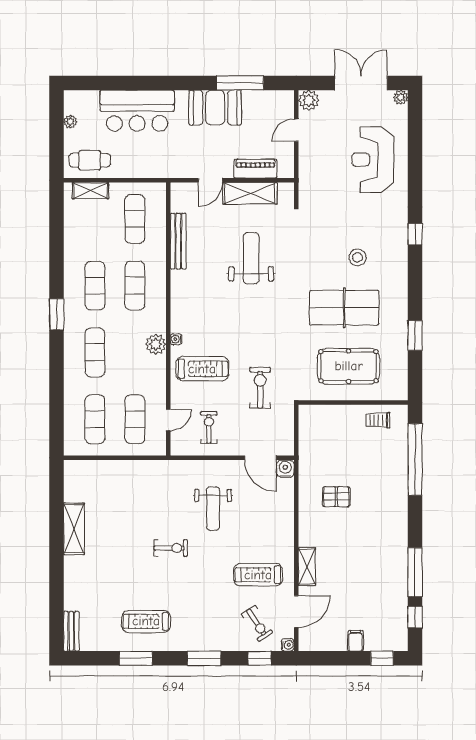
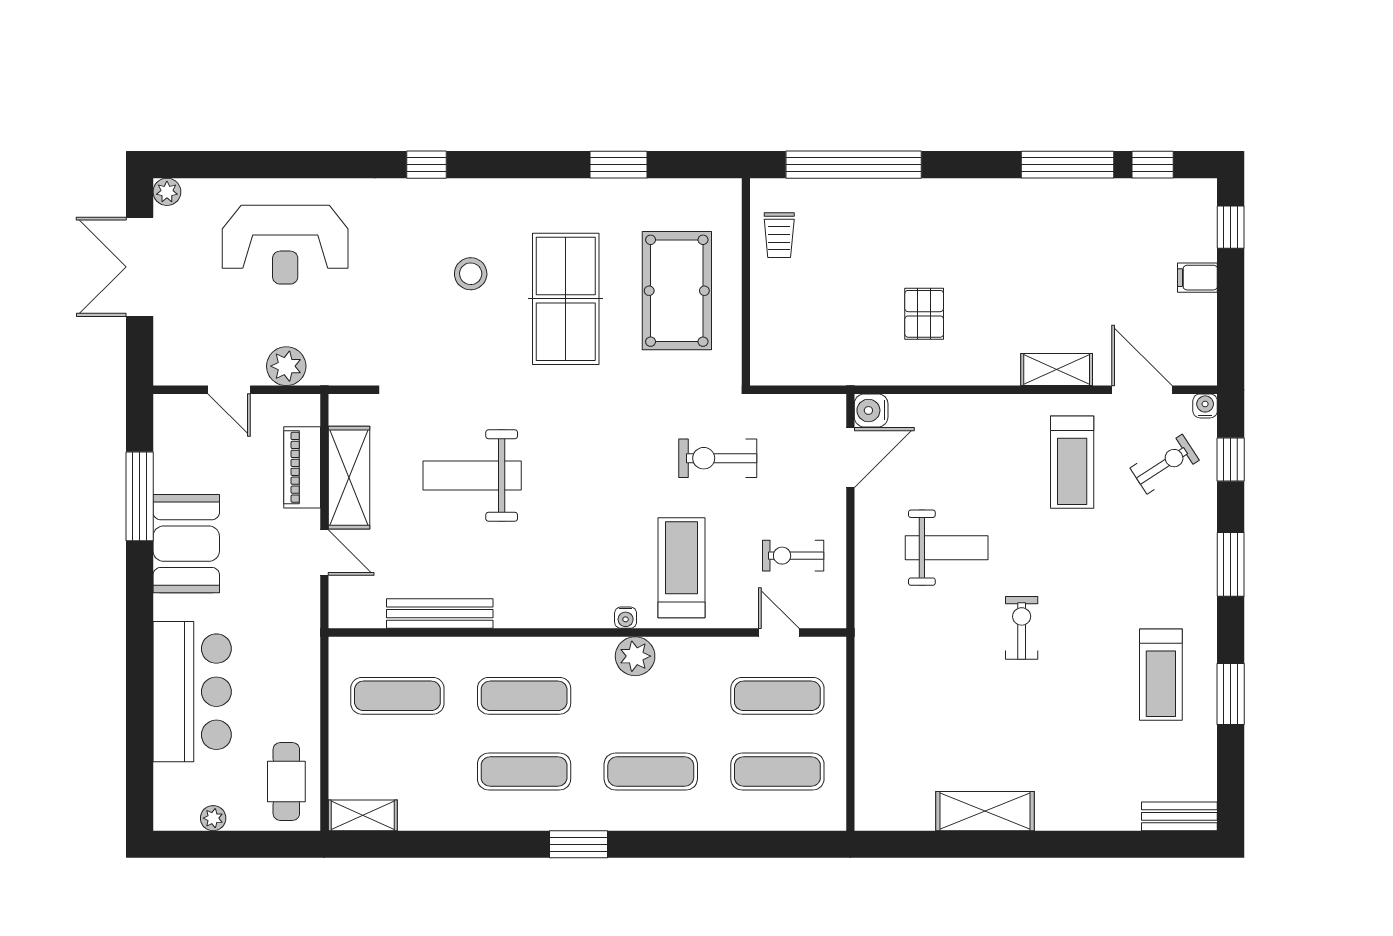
plant: (309, 100) -> (286, 366), moved
shelving: (90, 191) -> (363, 815), moved, turned 90

